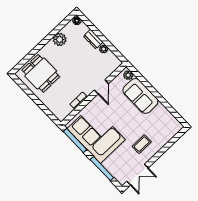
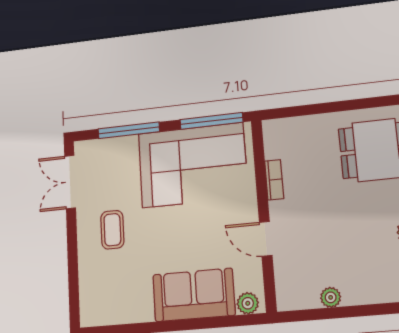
dresser: (93, 39) -> (364, 293), removed

